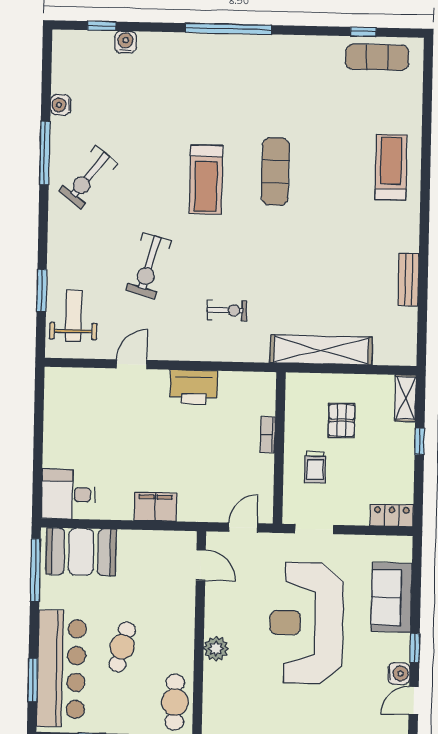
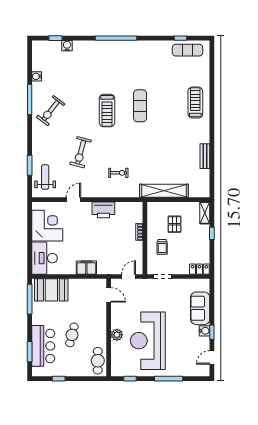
corner desk: (76, 417) -> (47, 226), added
desk: (68, 494) -> (45, 258), width x1.37
reception desk: (306, 623) -> (148, 341), moved
bar counter: (61, 669) -> (43, 346), width x0.73
water cooler: (399, 674) -> (205, 331), moved

